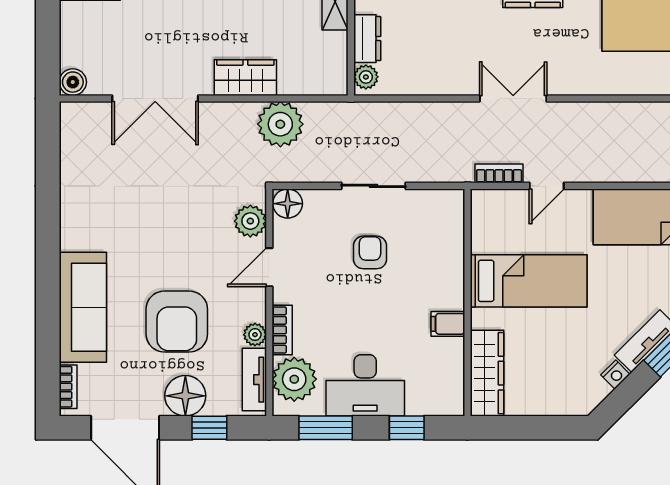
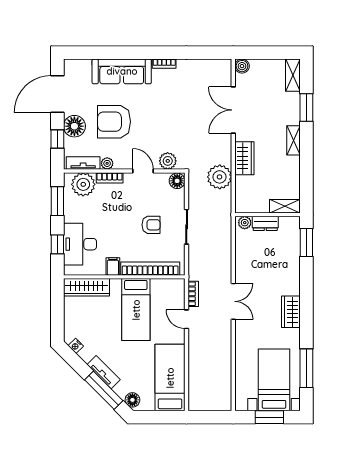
bookcase: (452, 254) -> (150, 269), added
nightstand: (615, 375) -> (76, 346), moved
desk: (365, 385) -> (80, 244), moved
bookcase: (68, 387) -> (164, 64), moved

